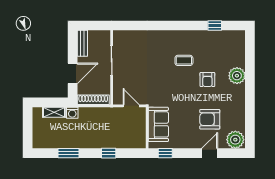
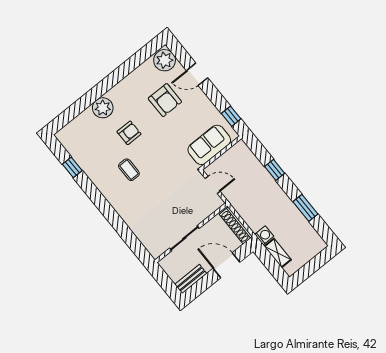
door: (131, 106) -> (213, 185), swing flipped

